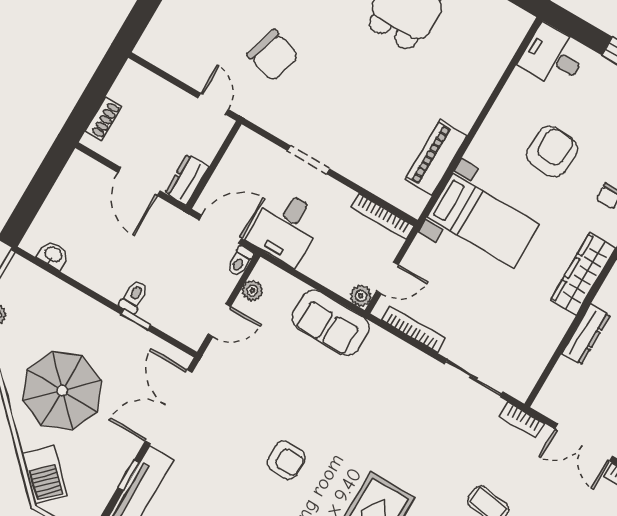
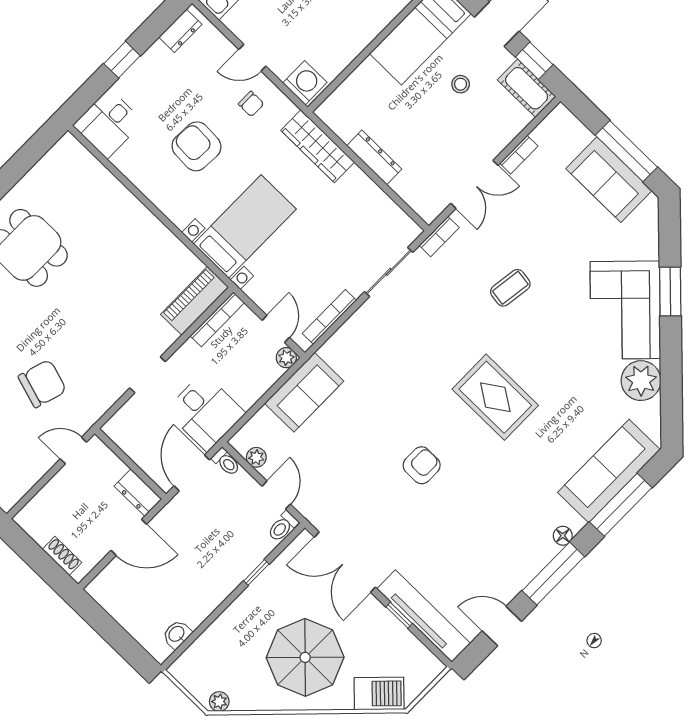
piano: (436, 158) -> (195, 301), moved, turned 90
toilet: (134, 297) -> (283, 527), moved, turned -90

